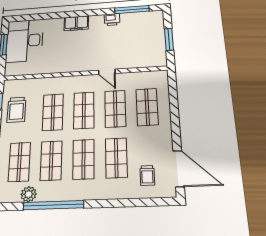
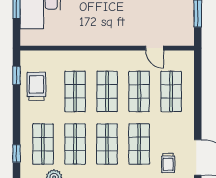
door: (107, 72) -> (155, 48), moved
trolley: (16, 110) -> (36, 86), turned 180

